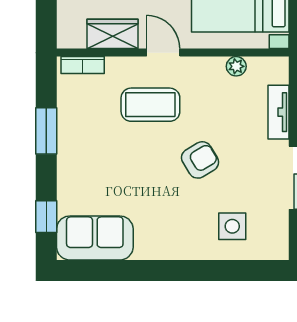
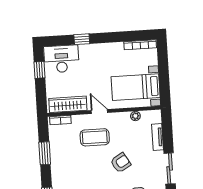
wardrobe: (113, 34) -> (68, 104), width x1.50

